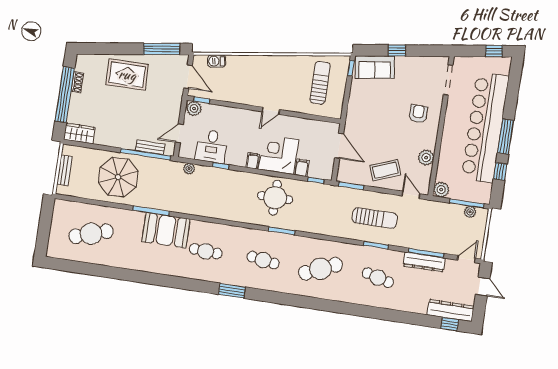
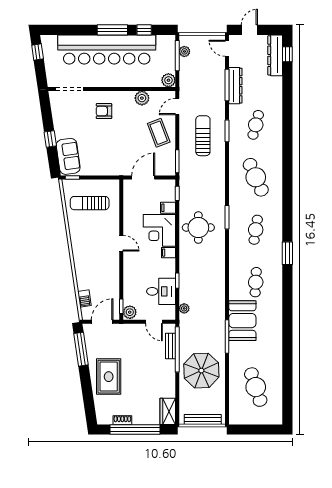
bench: (64, 170) -> (203, 419), width x1.36

